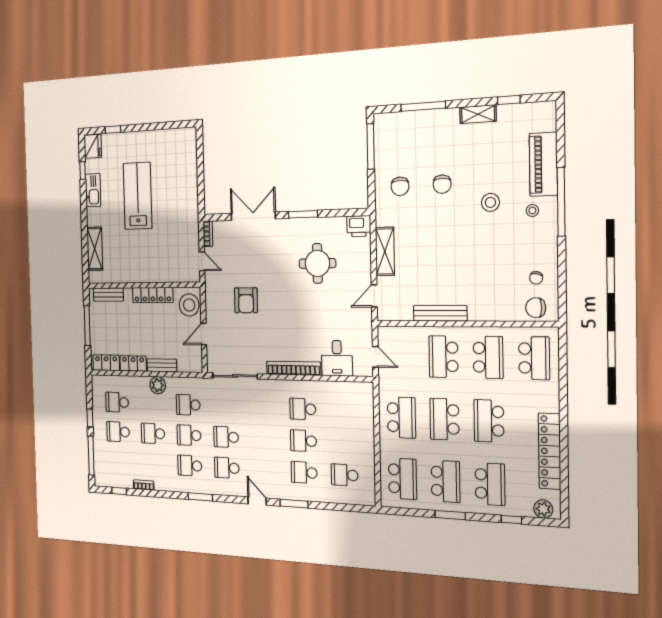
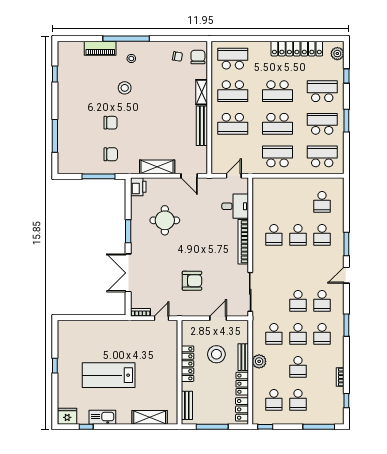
shelving: (478, 114) -> (202, 92), moved
window: (113, 129) -> (55, 366), moved
window: (371, 146) -> (99, 176), moved
piano: (543, 164) -> (100, 48), width x0.73, depth x0.75
stool: (189, 305) -> (216, 354), moved
chair: (536, 308) -> (198, 57), turned 180
door: (204, 334) -> (218, 318), swing flipped
school desk: (488, 357) -> (233, 91), turned 180
window: (90, 418) -> (265, 427), moved

